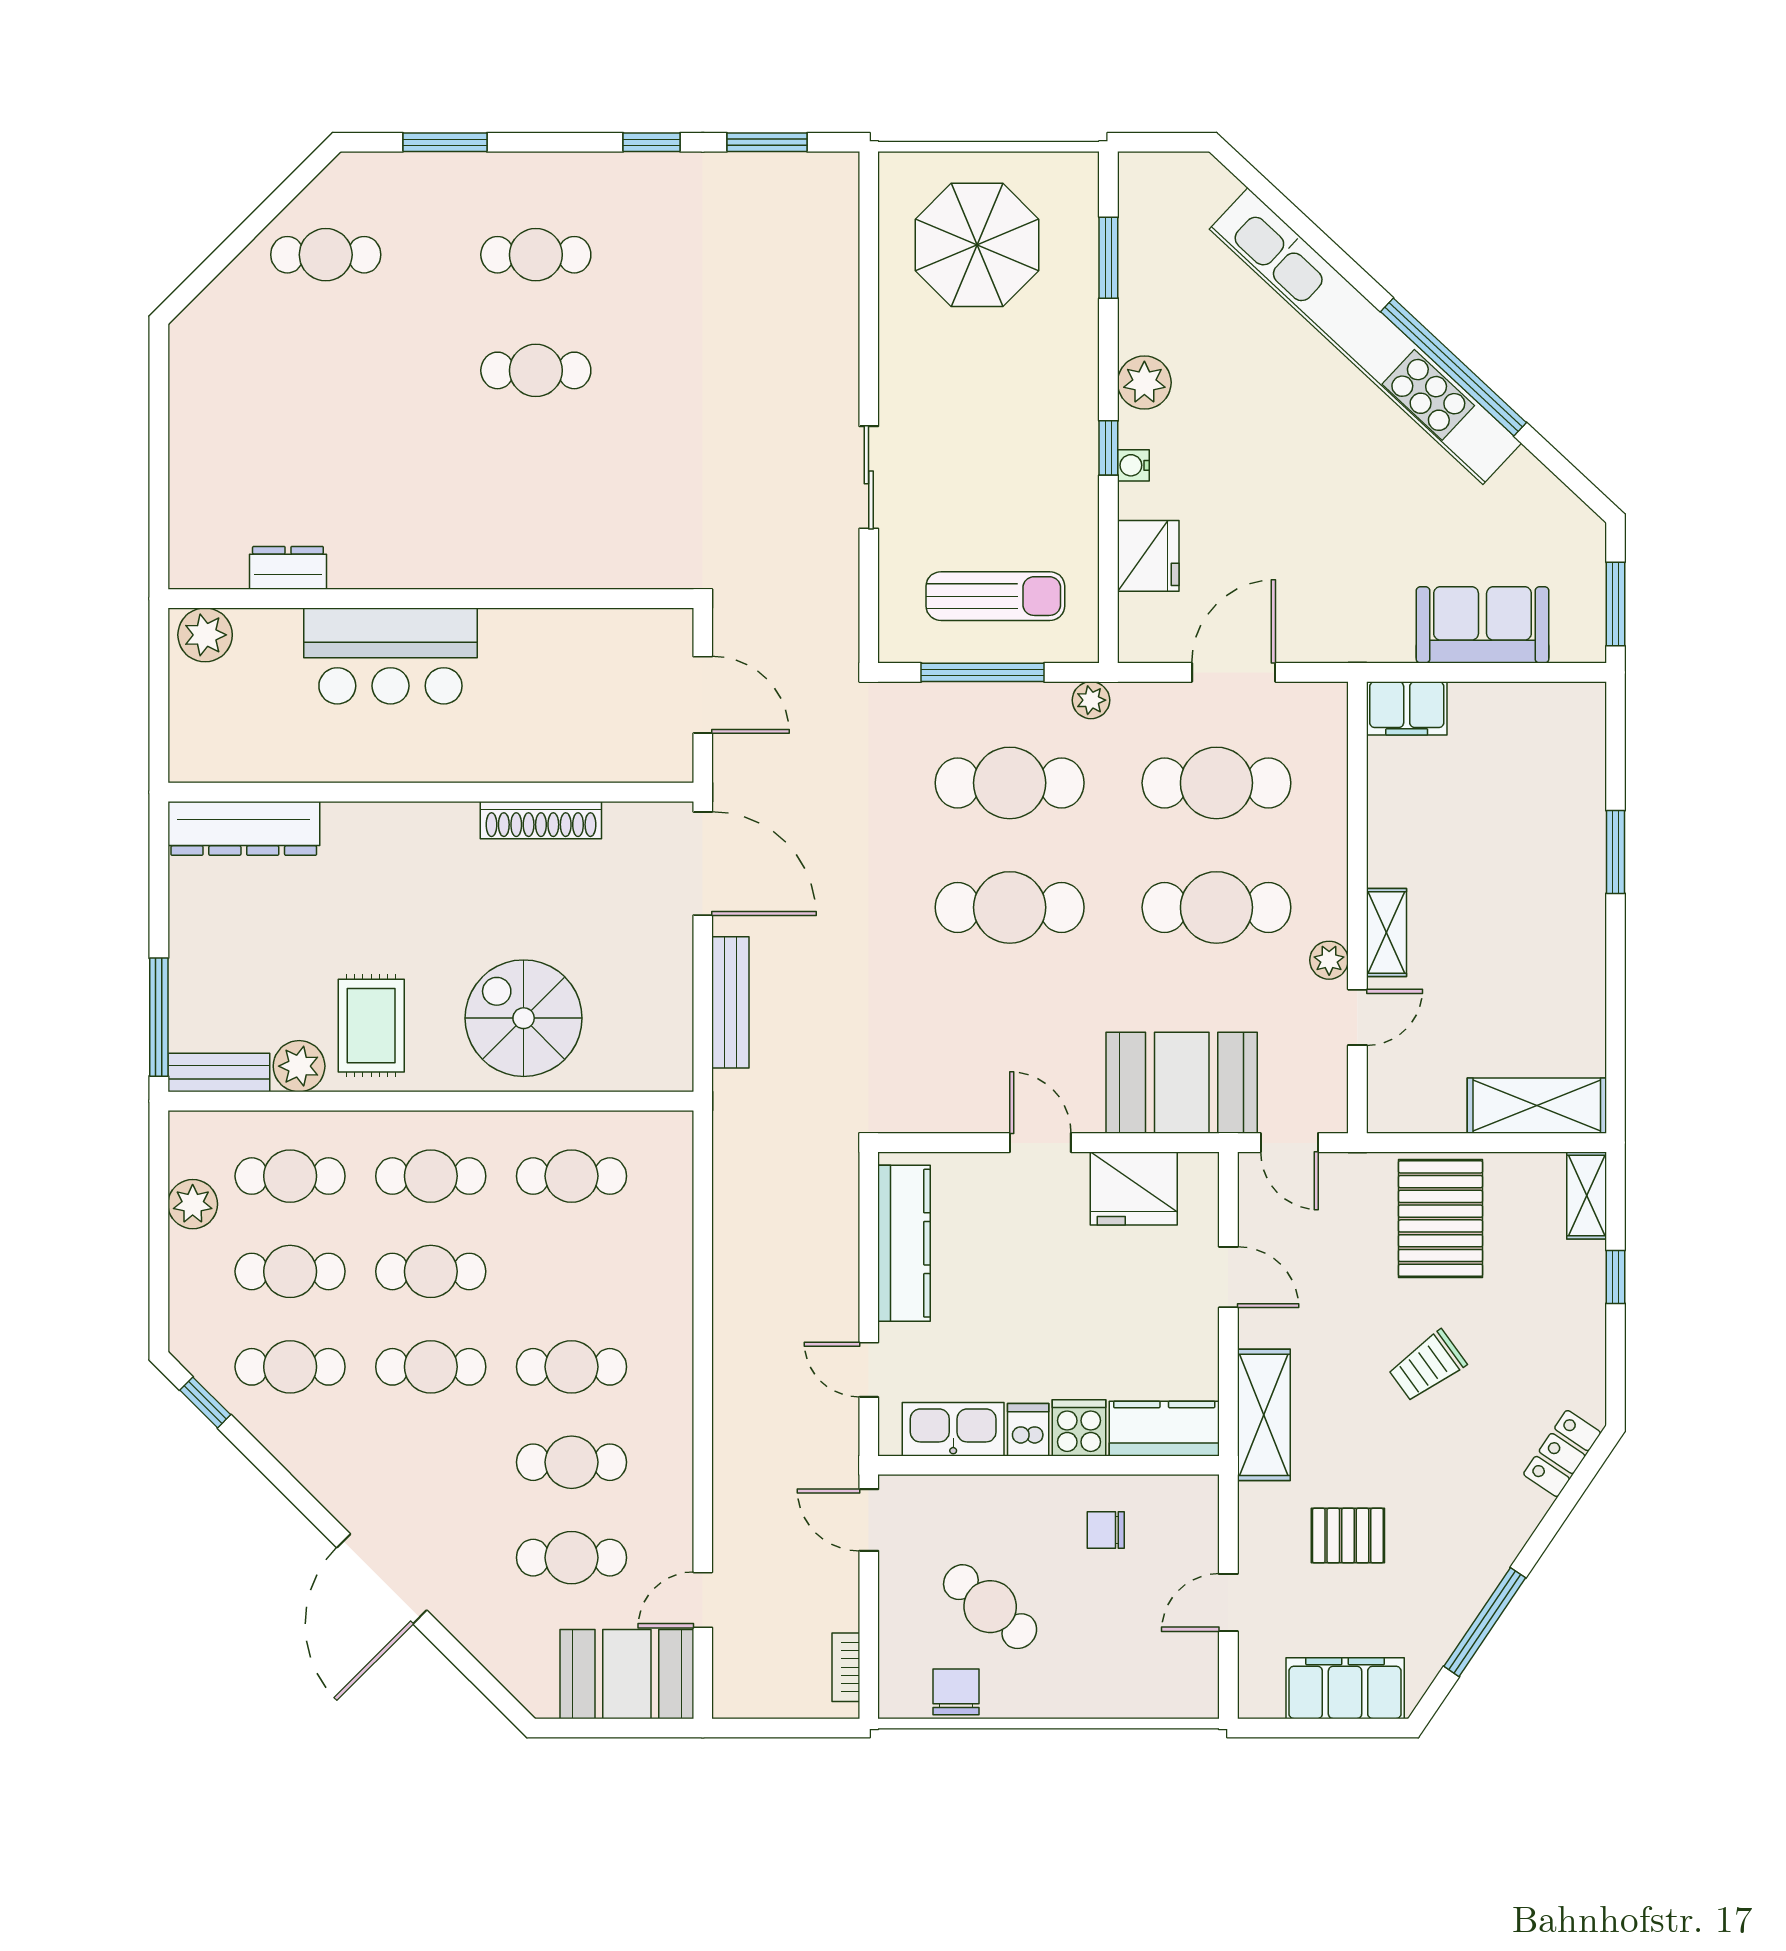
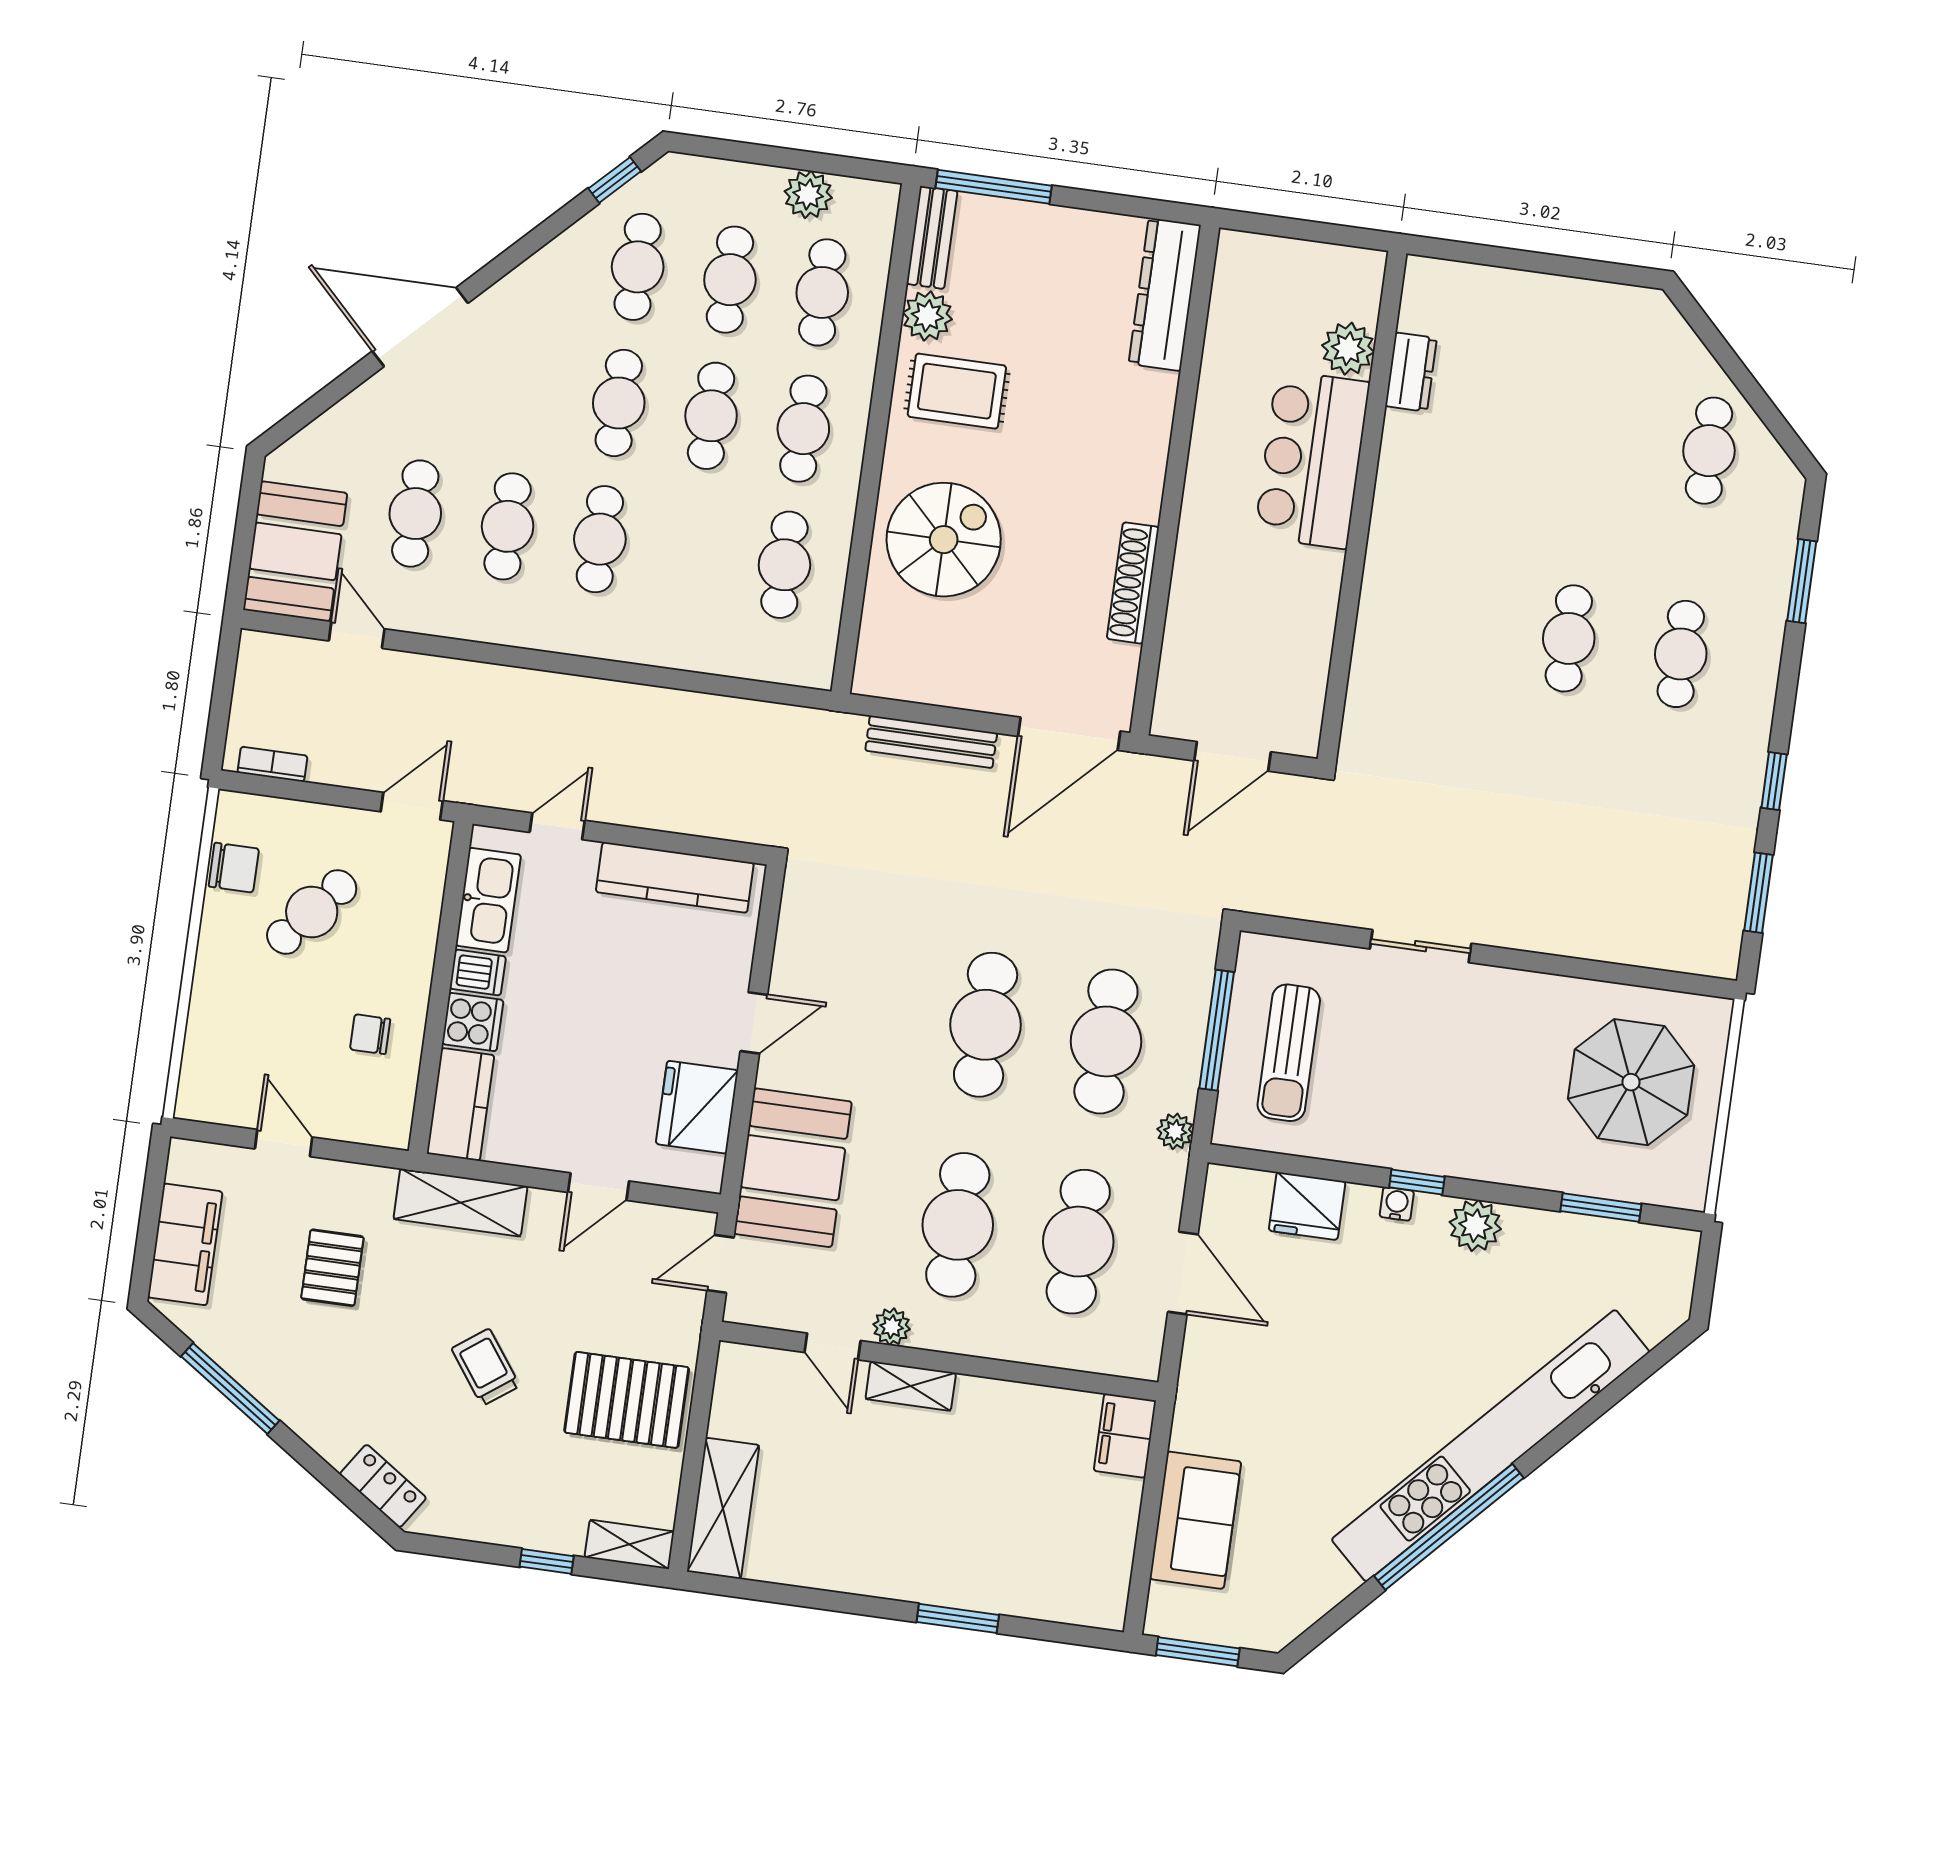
plant: (205, 635) -> (1348, 349), moved
chair: (1106, 1530) -> (370, 1034), turned -90

